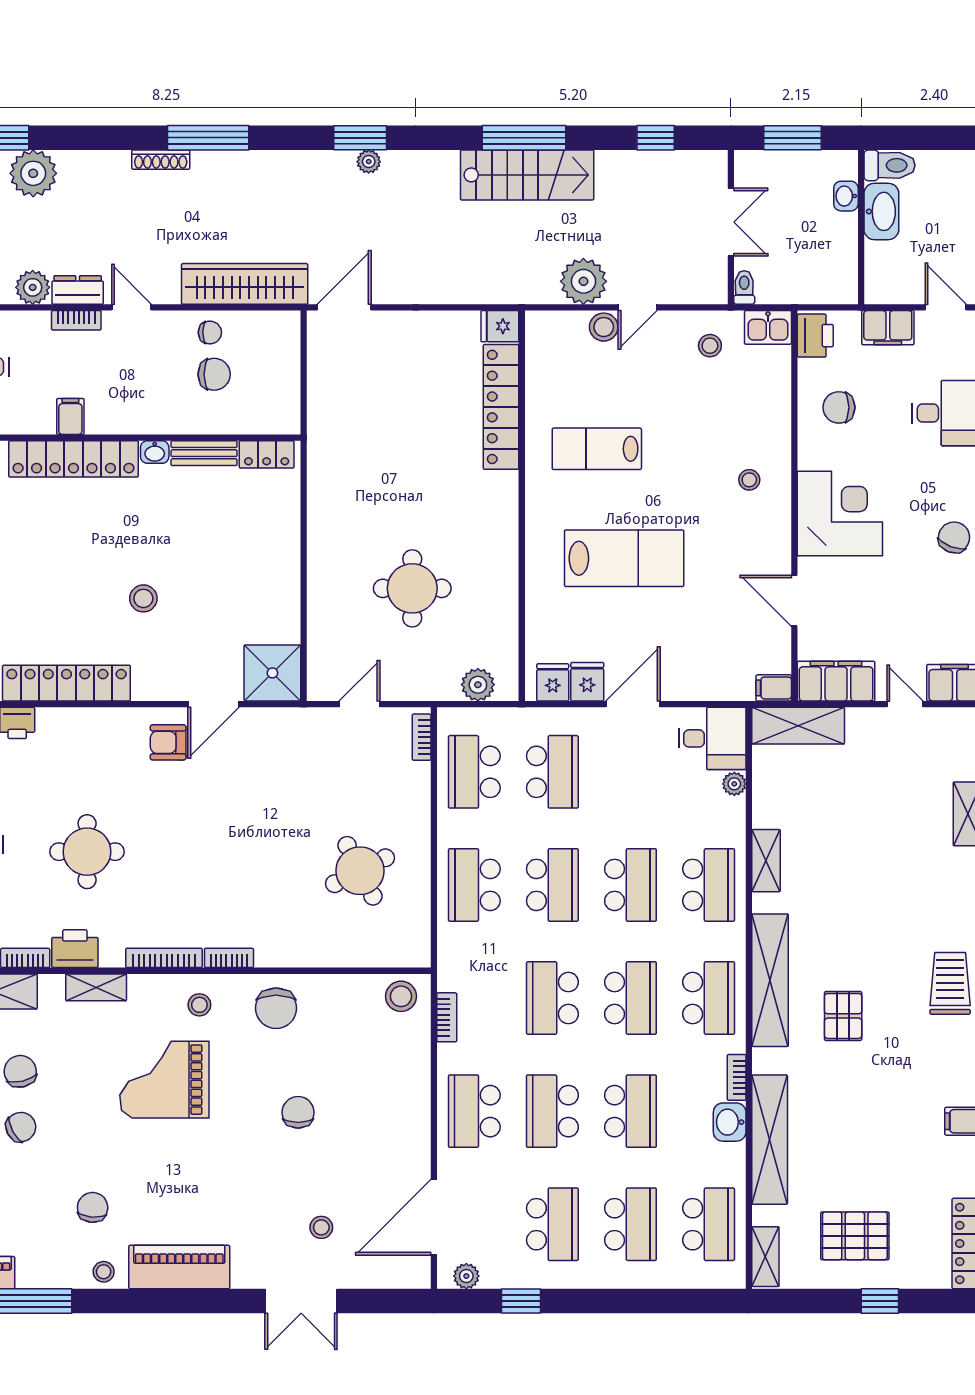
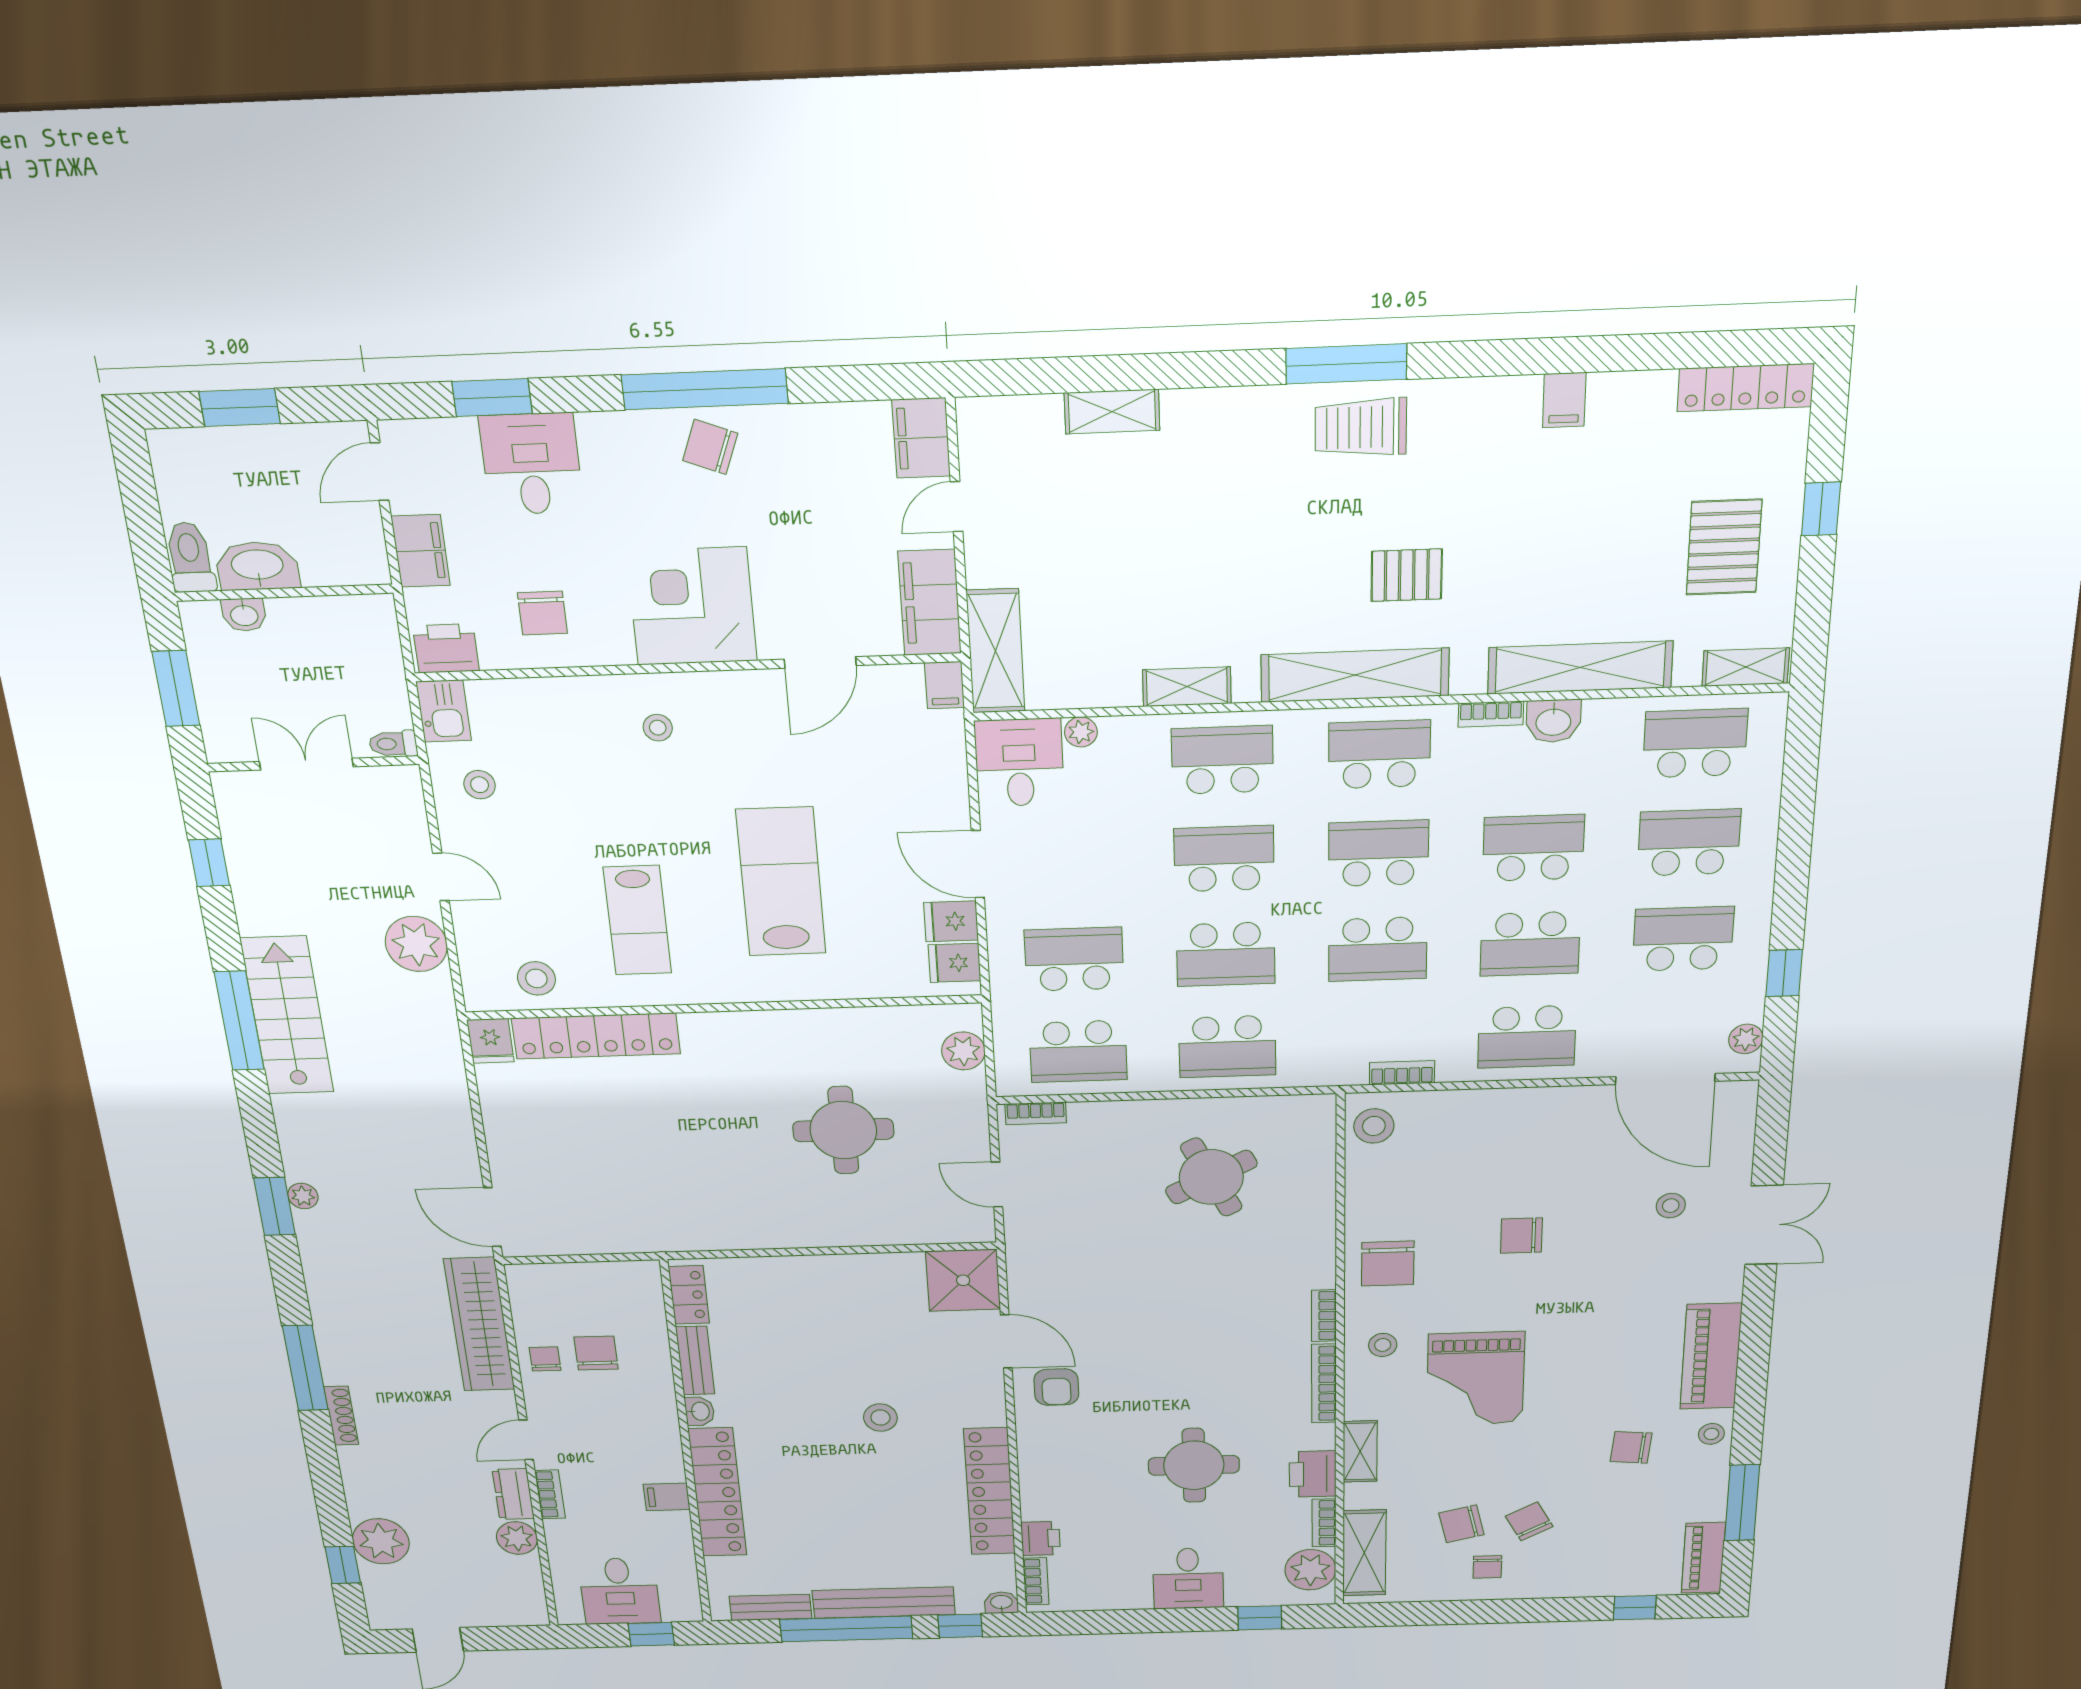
stool: (604, 327) -> (536, 978), moved
school desk: (552, 885) -> (1226, 954), turned 180
chair: (276, 1008) -> (1388, 1264), turned 90

